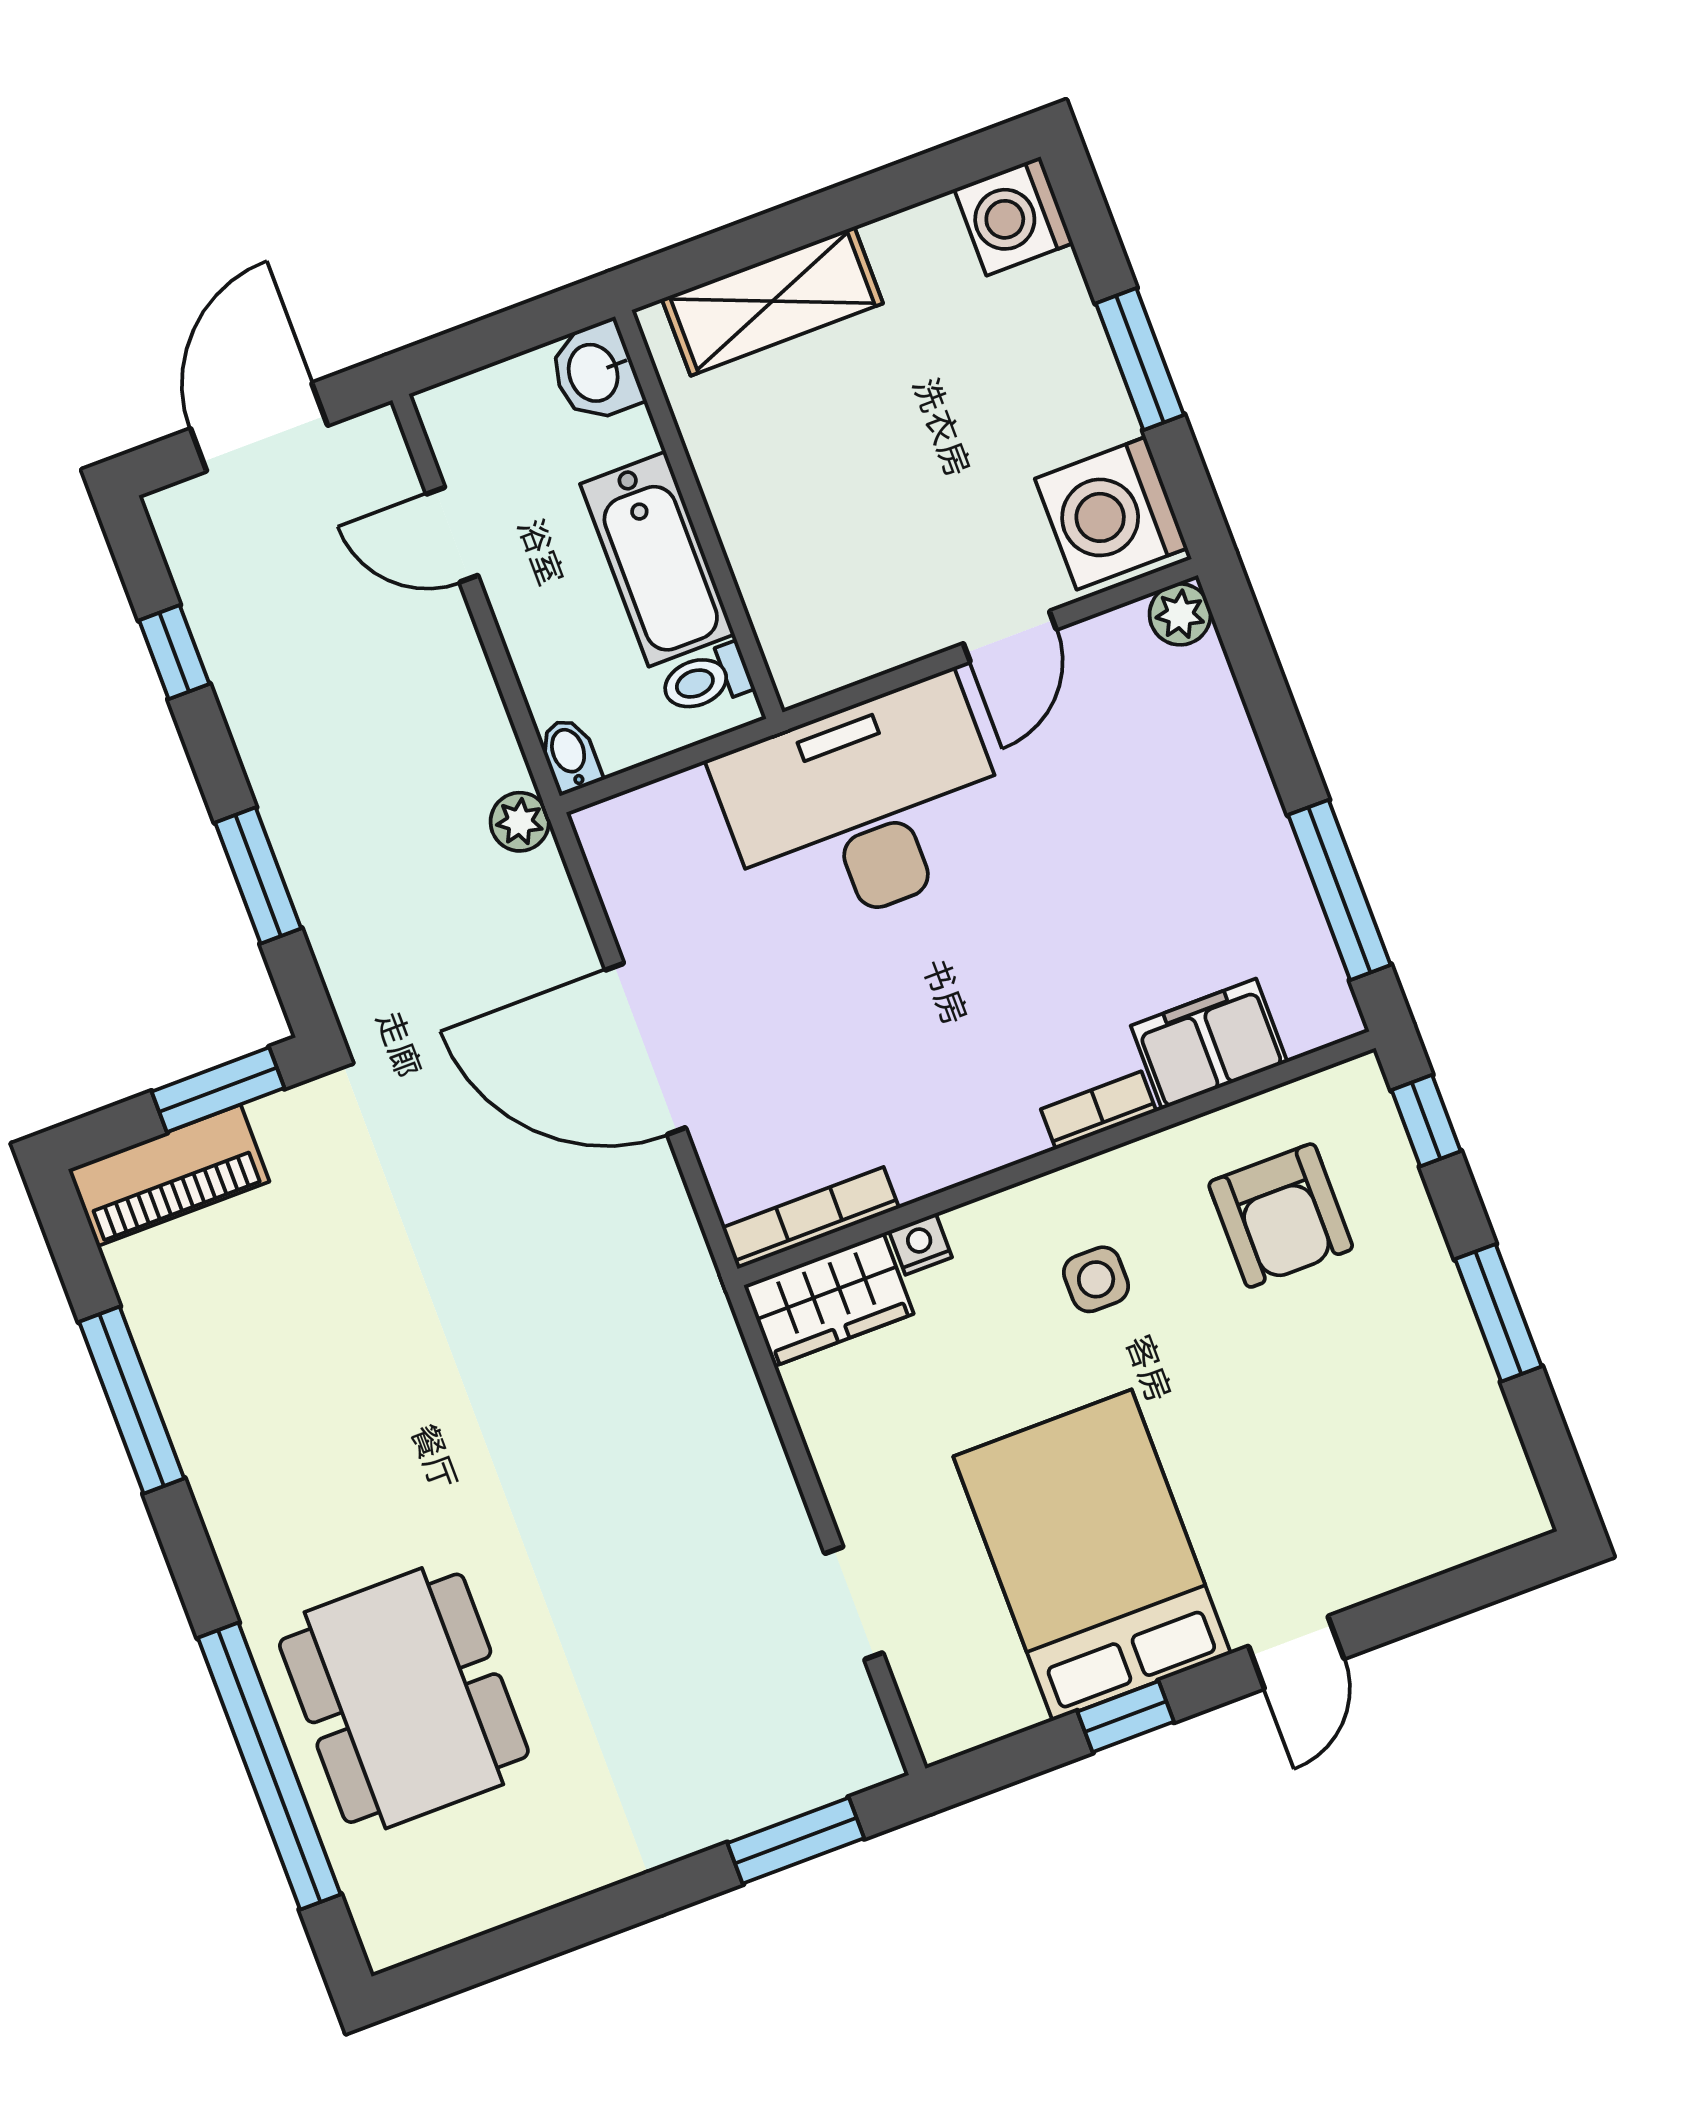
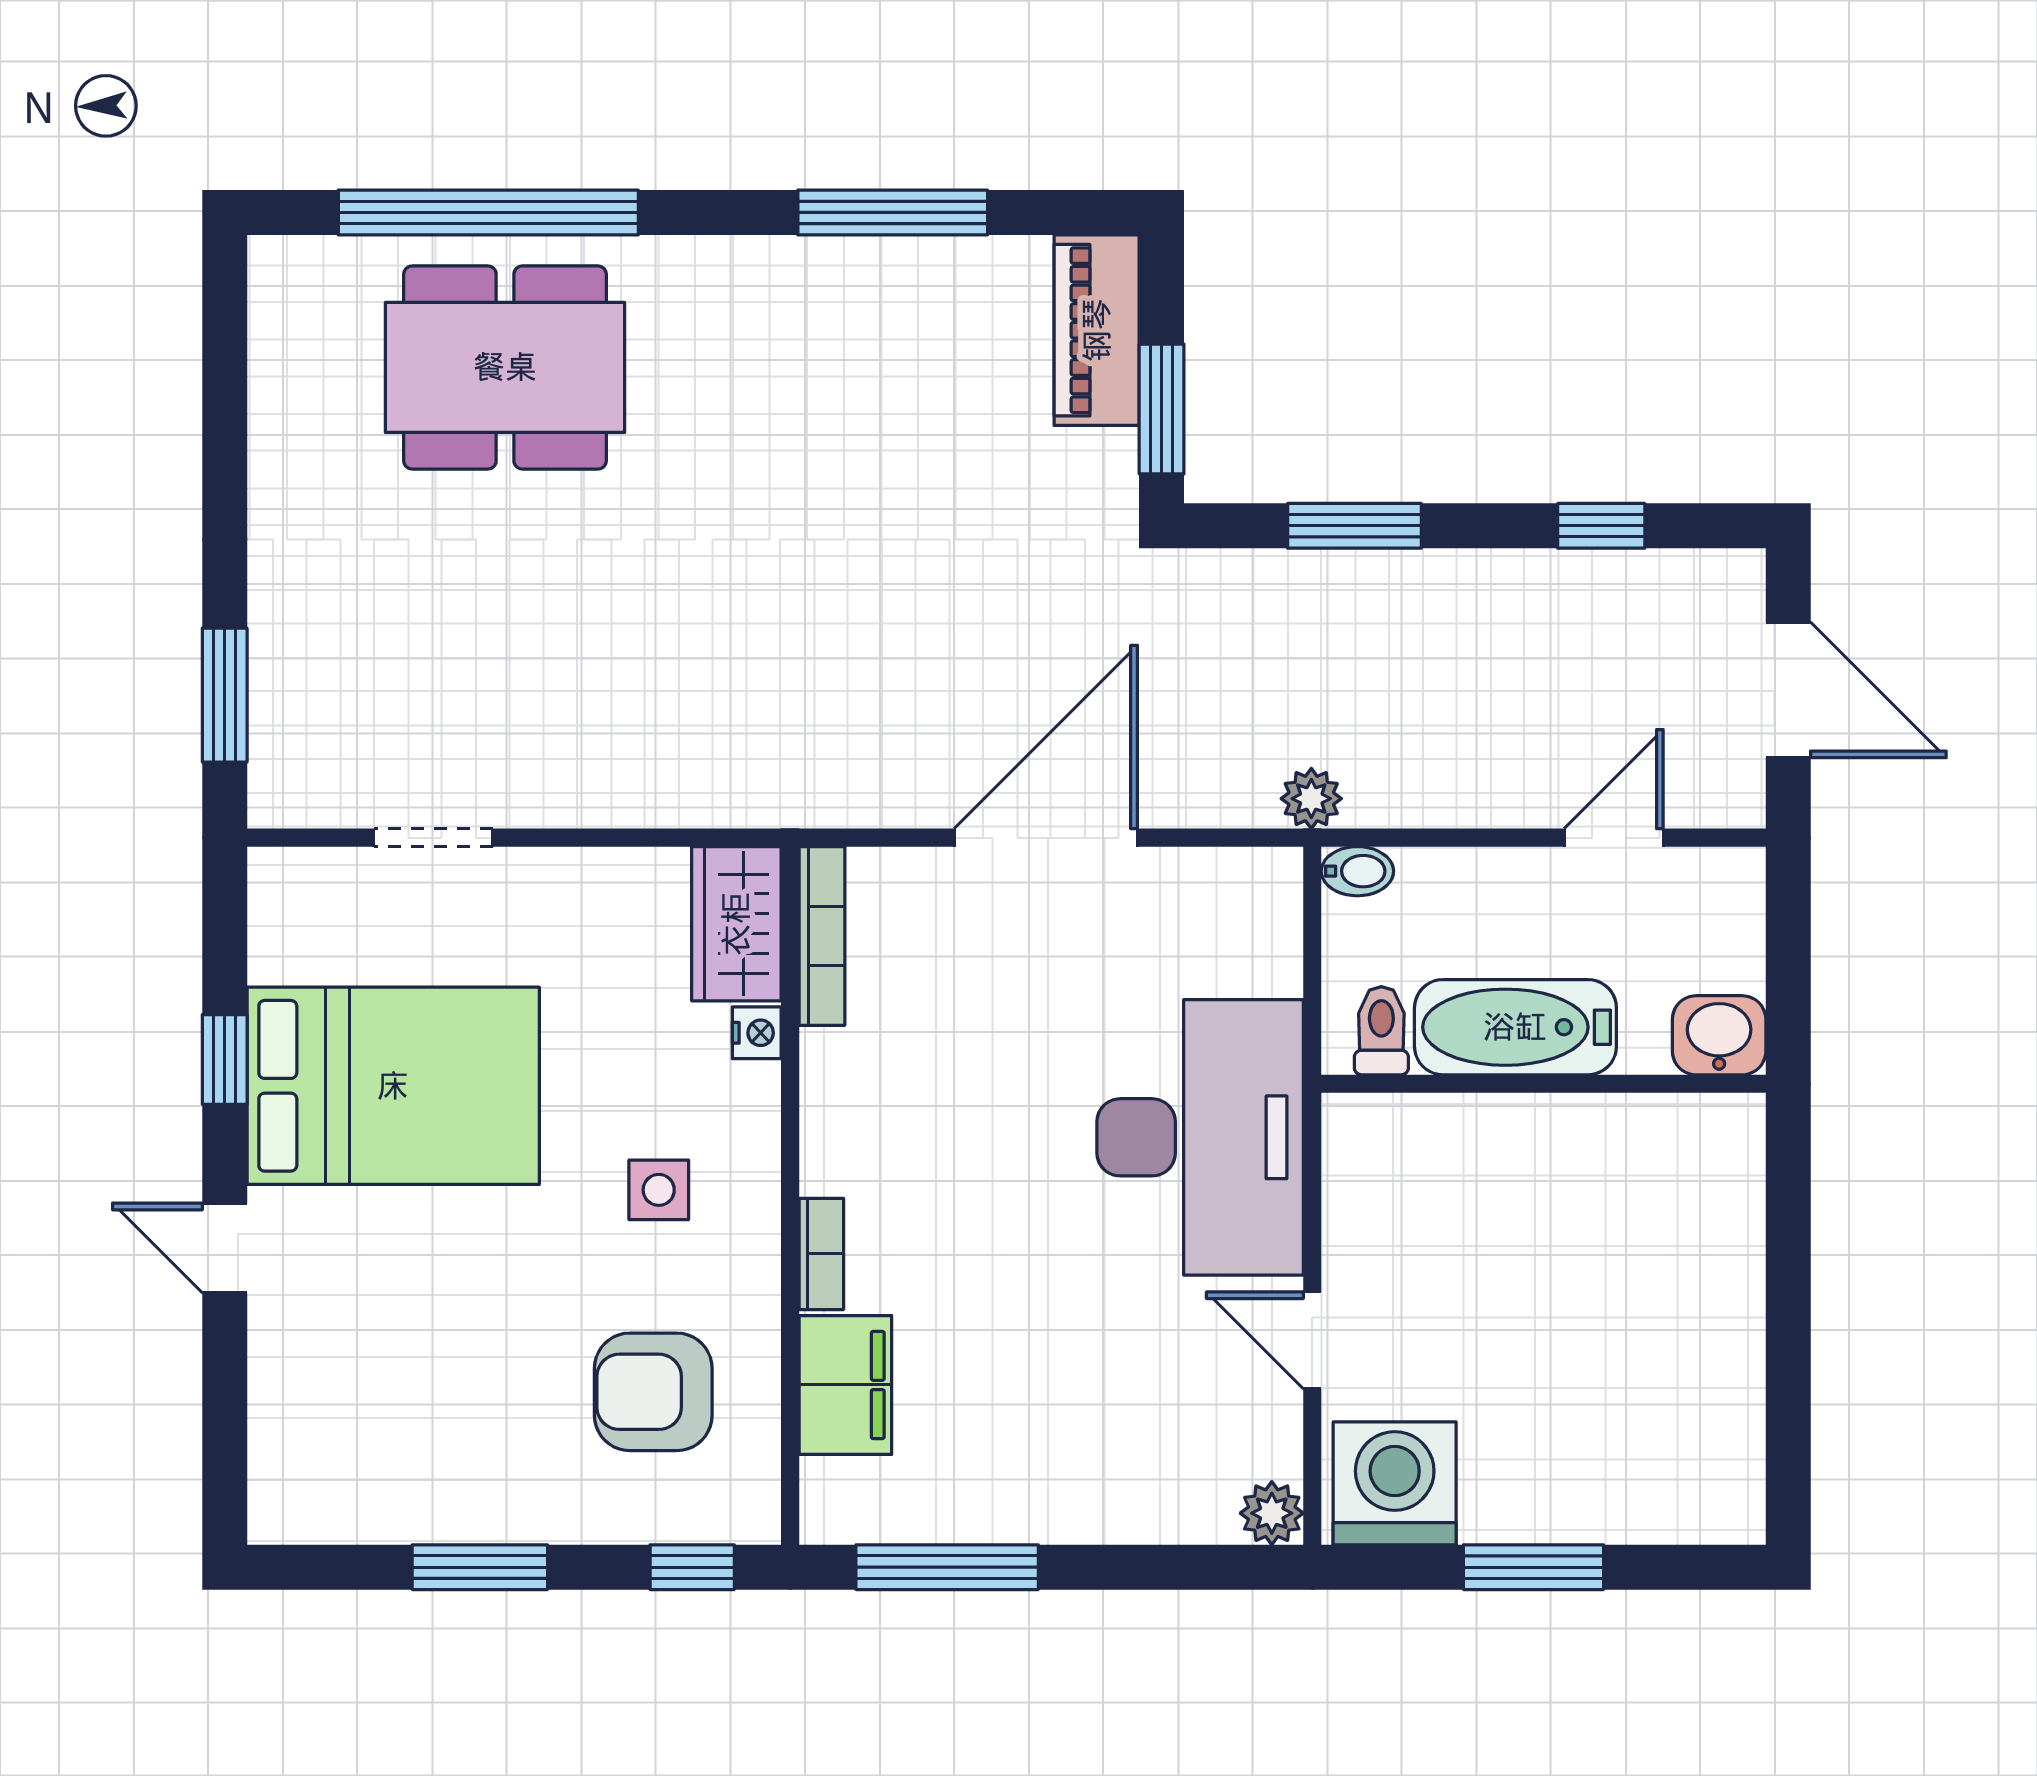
washing machine: (1013, 216) -> (1718, 1497), removed
shelving: (772, 301) -> (1723, 1232), removed

